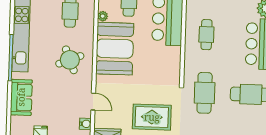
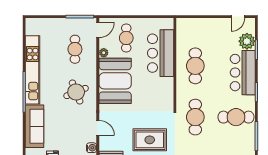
cafe table: (206, 35) -> (195, 66), width x1.37, depth x1.35
sofa: (21, 97) -> (35, 126), width x1.36

